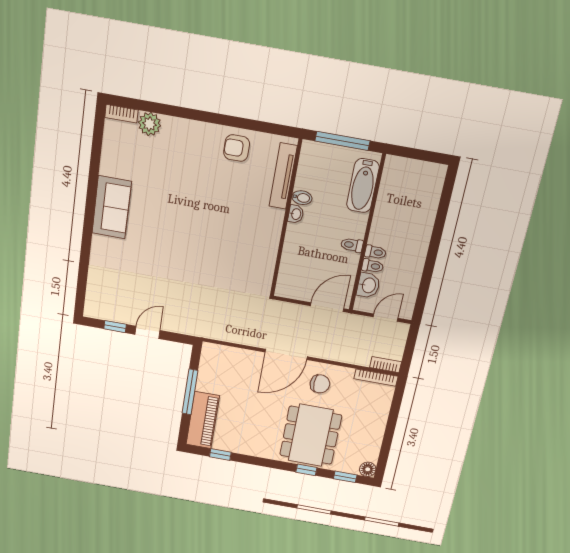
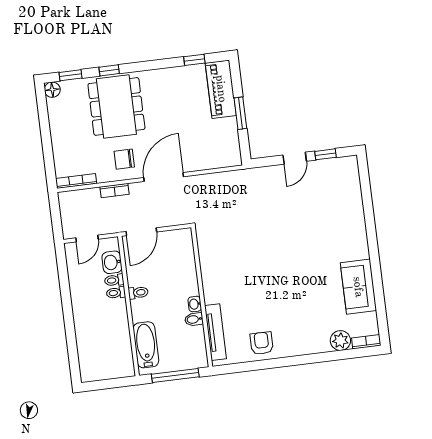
armchair: (237, 148) -> (262, 343), turned -90
sofa: (112, 207) -> (358, 287), moved
bookcase: (386, 365) -> (115, 191), moved
window: (190, 392) -> (240, 113), width x0.69

